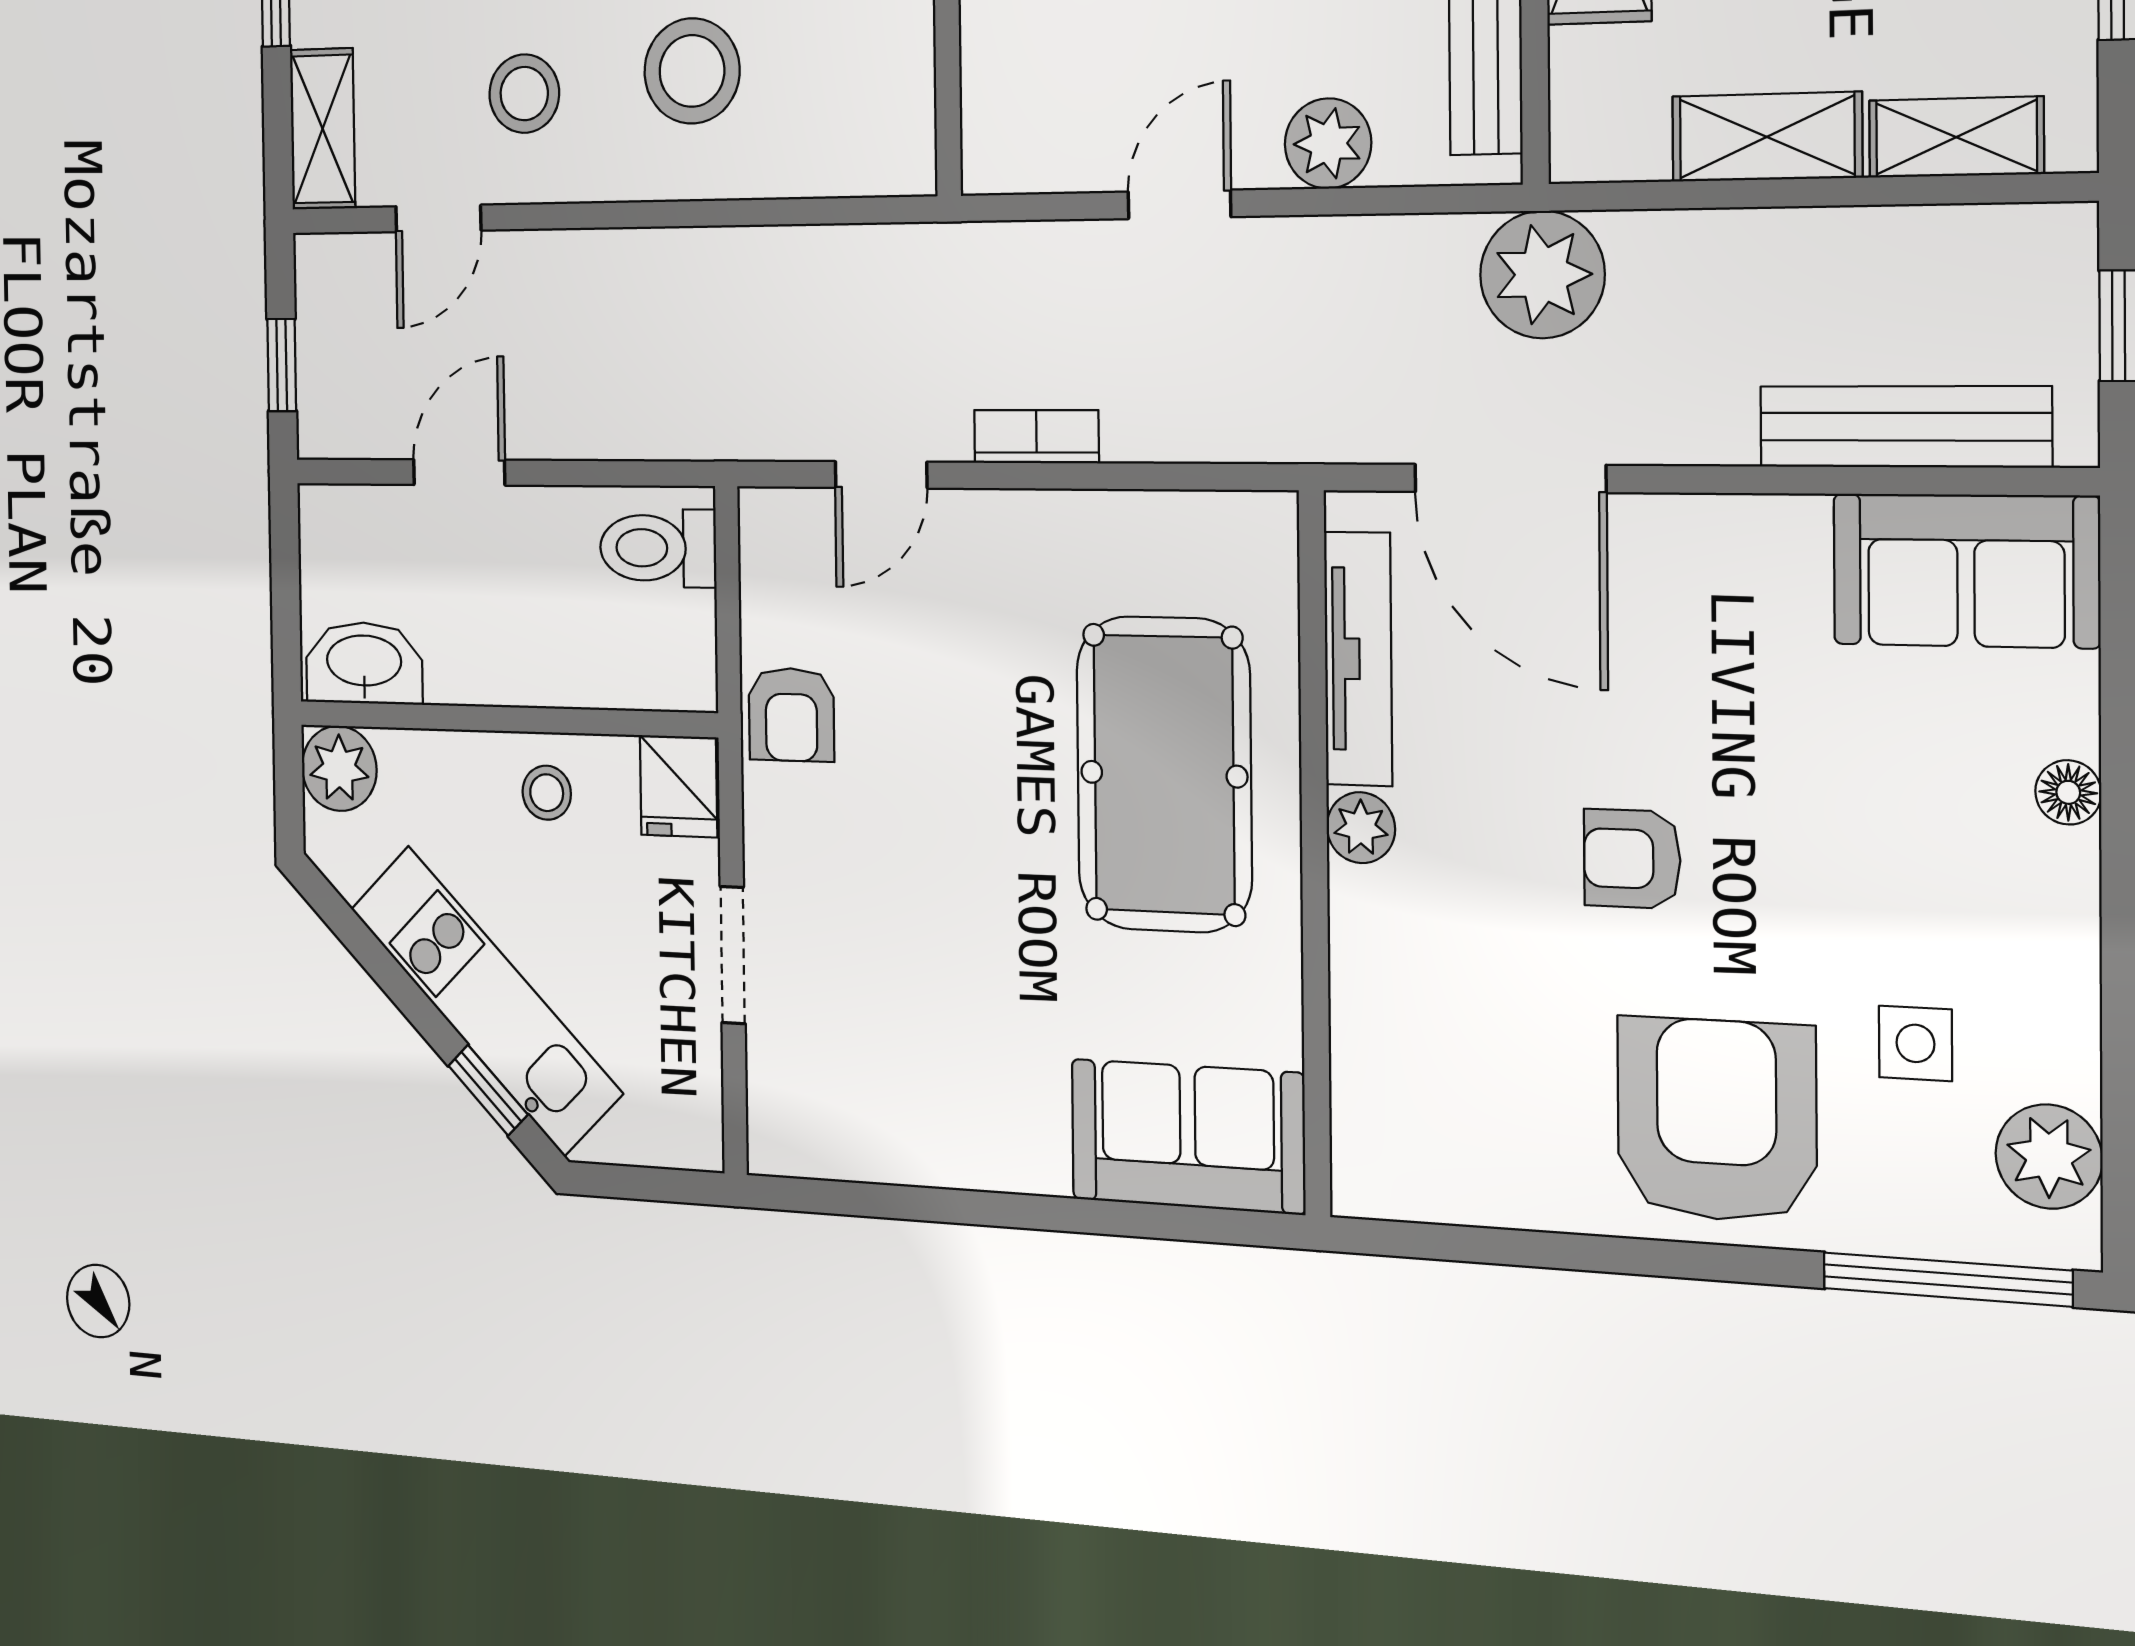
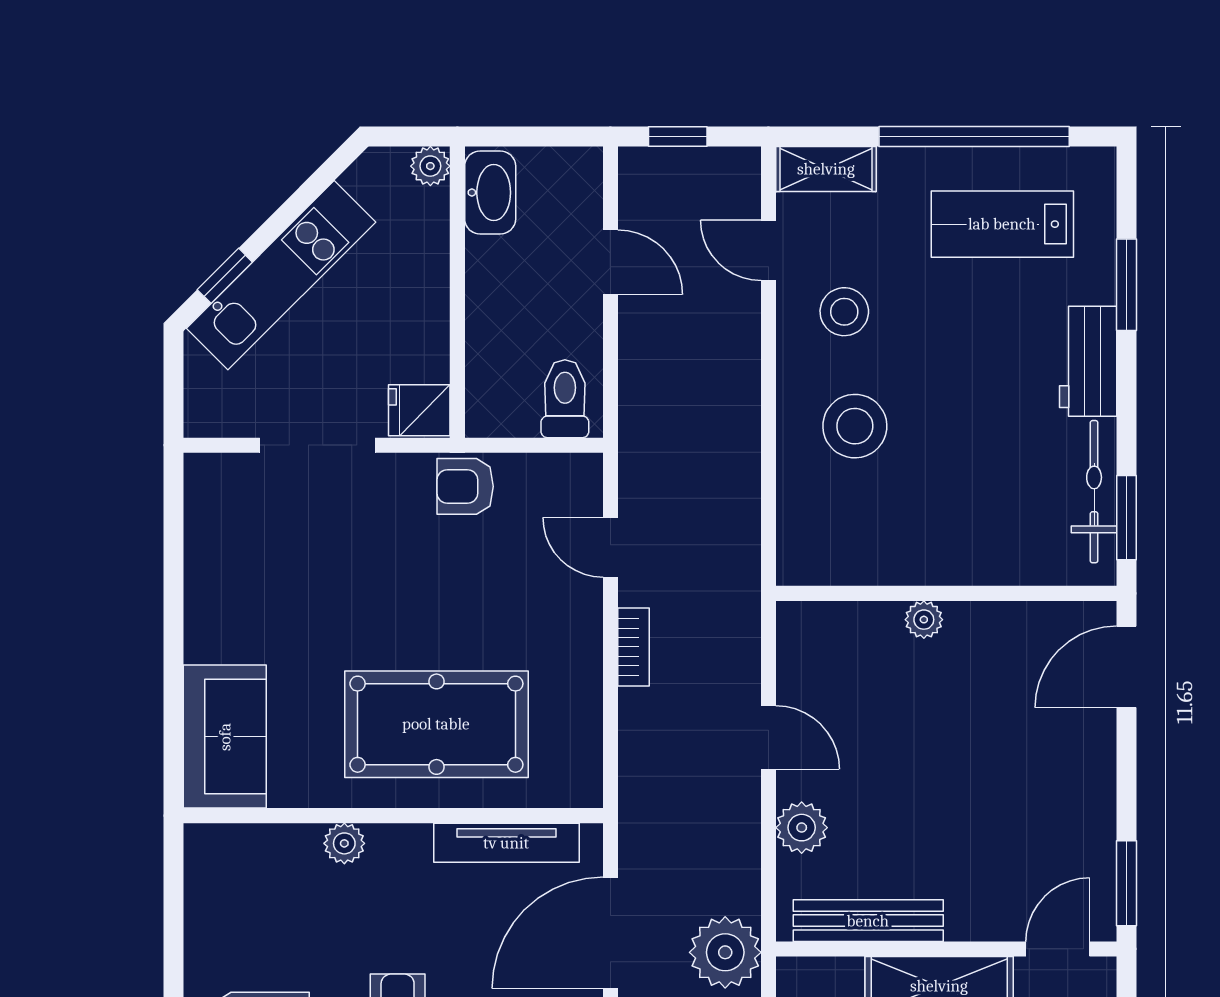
plant: (339, 768) -> (430, 166), width x0.73, depth x0.73
stool: (547, 793) -> (412, 320), removed
plant: (1361, 828) -> (344, 843), moved
doorway: (733, 955) -> (317, 445), width x1.38

